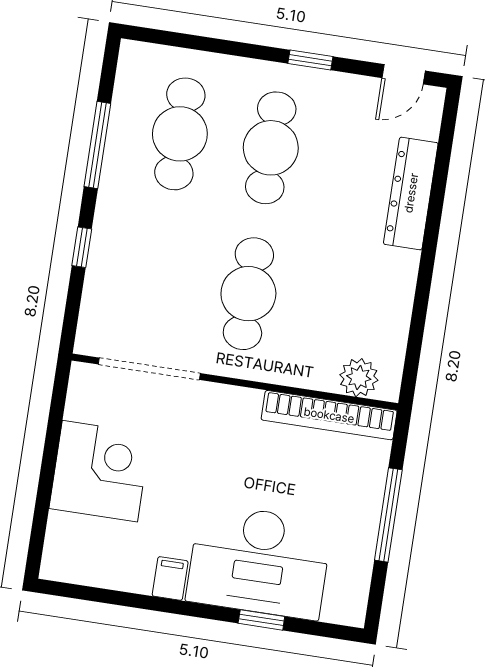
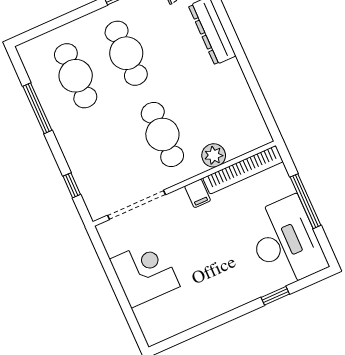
window: (82, 247) -> (72, 185), moved
plant: (359, 378) -> (214, 155), moved
desk: (259, 561) -> (286, 242), moved, turned -90
filing cabinet: (170, 578) -> (198, 193), moved, turned 180

